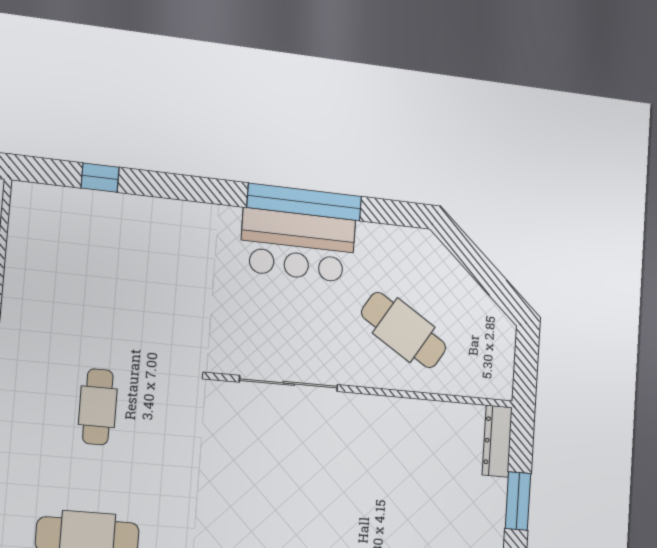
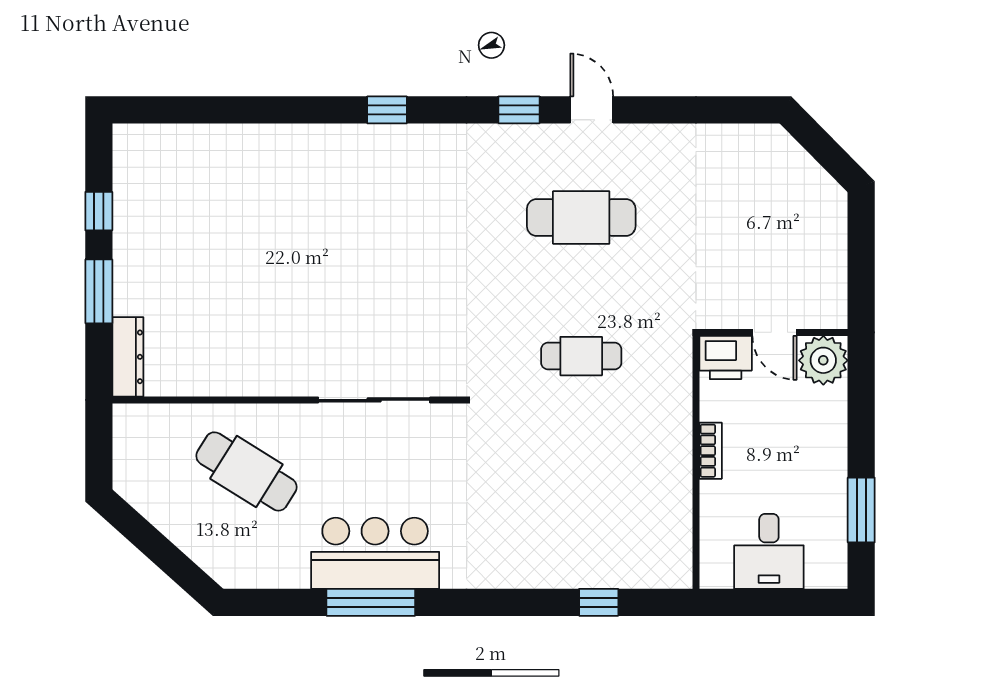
window: (304, 202) -> (371, 602), width x0.68
cafe table: (98, 407) -> (581, 356), turned 90

